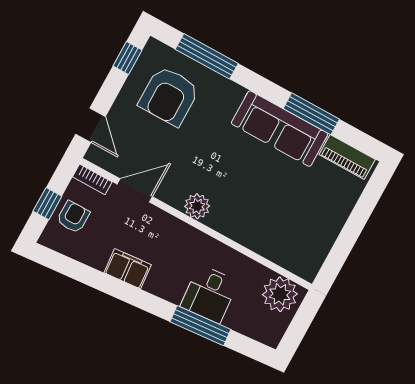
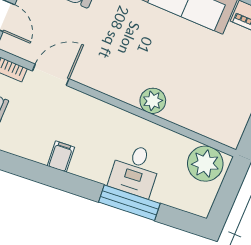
plant: (197, 206) -> (153, 101), moved
filing cabinet: (128, 269) -> (61, 157), width x0.50

